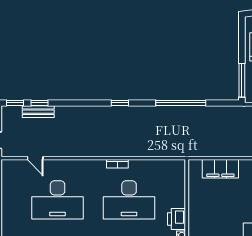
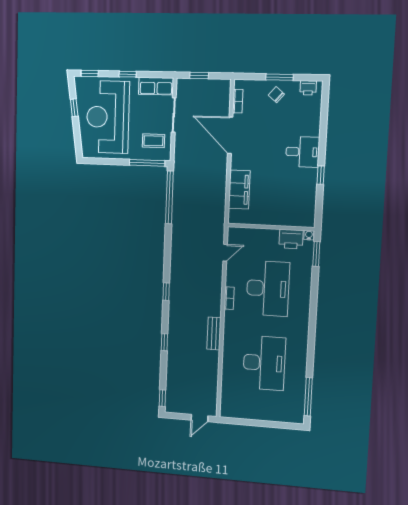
window: (39, 103) -> (164, 342), moved
window: (181, 103) -> (169, 197), moved
bench: (38, 112) -> (214, 333), moved
door: (35, 158) -> (225, 253), moved

